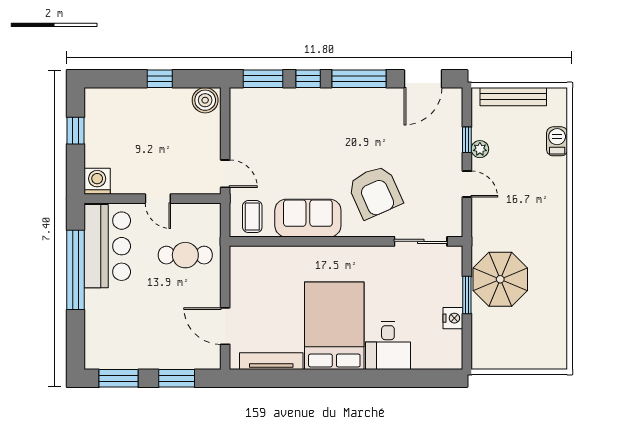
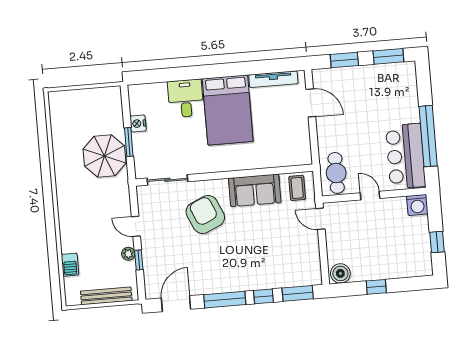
cafe table: (185, 255) -> (336, 173), moved, turned 90

